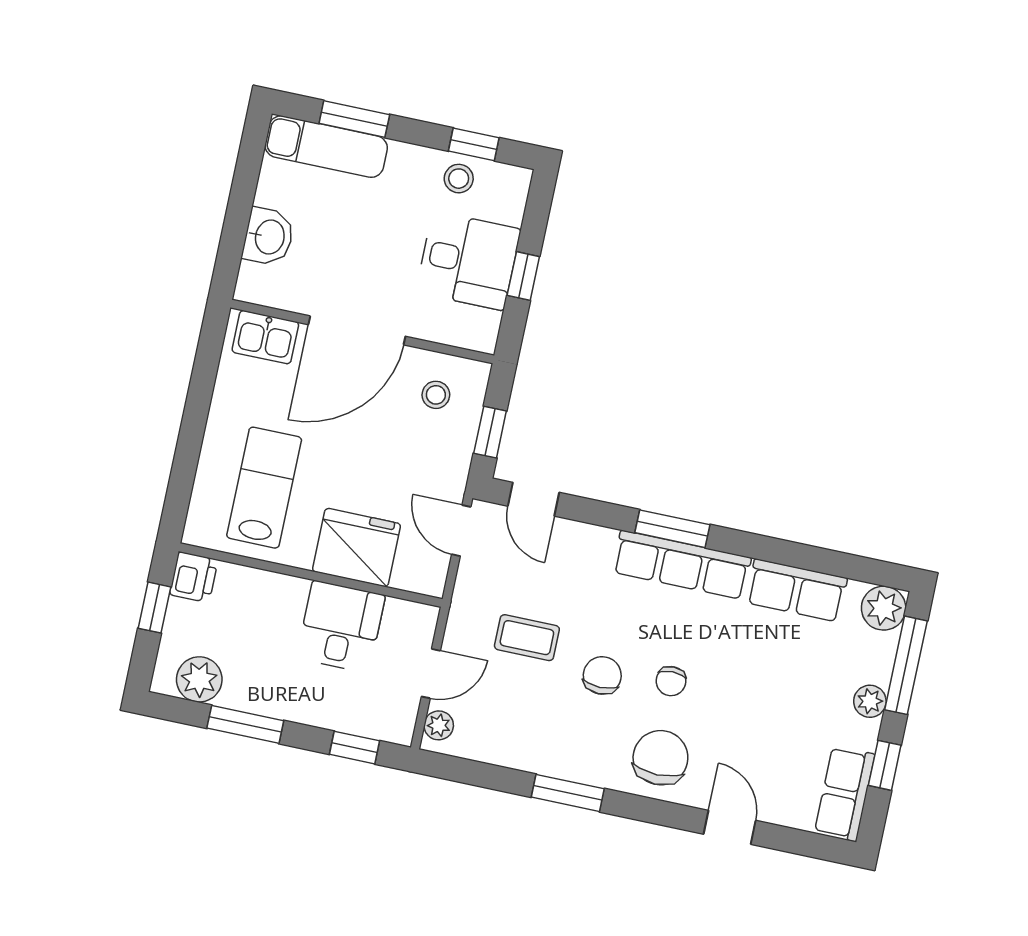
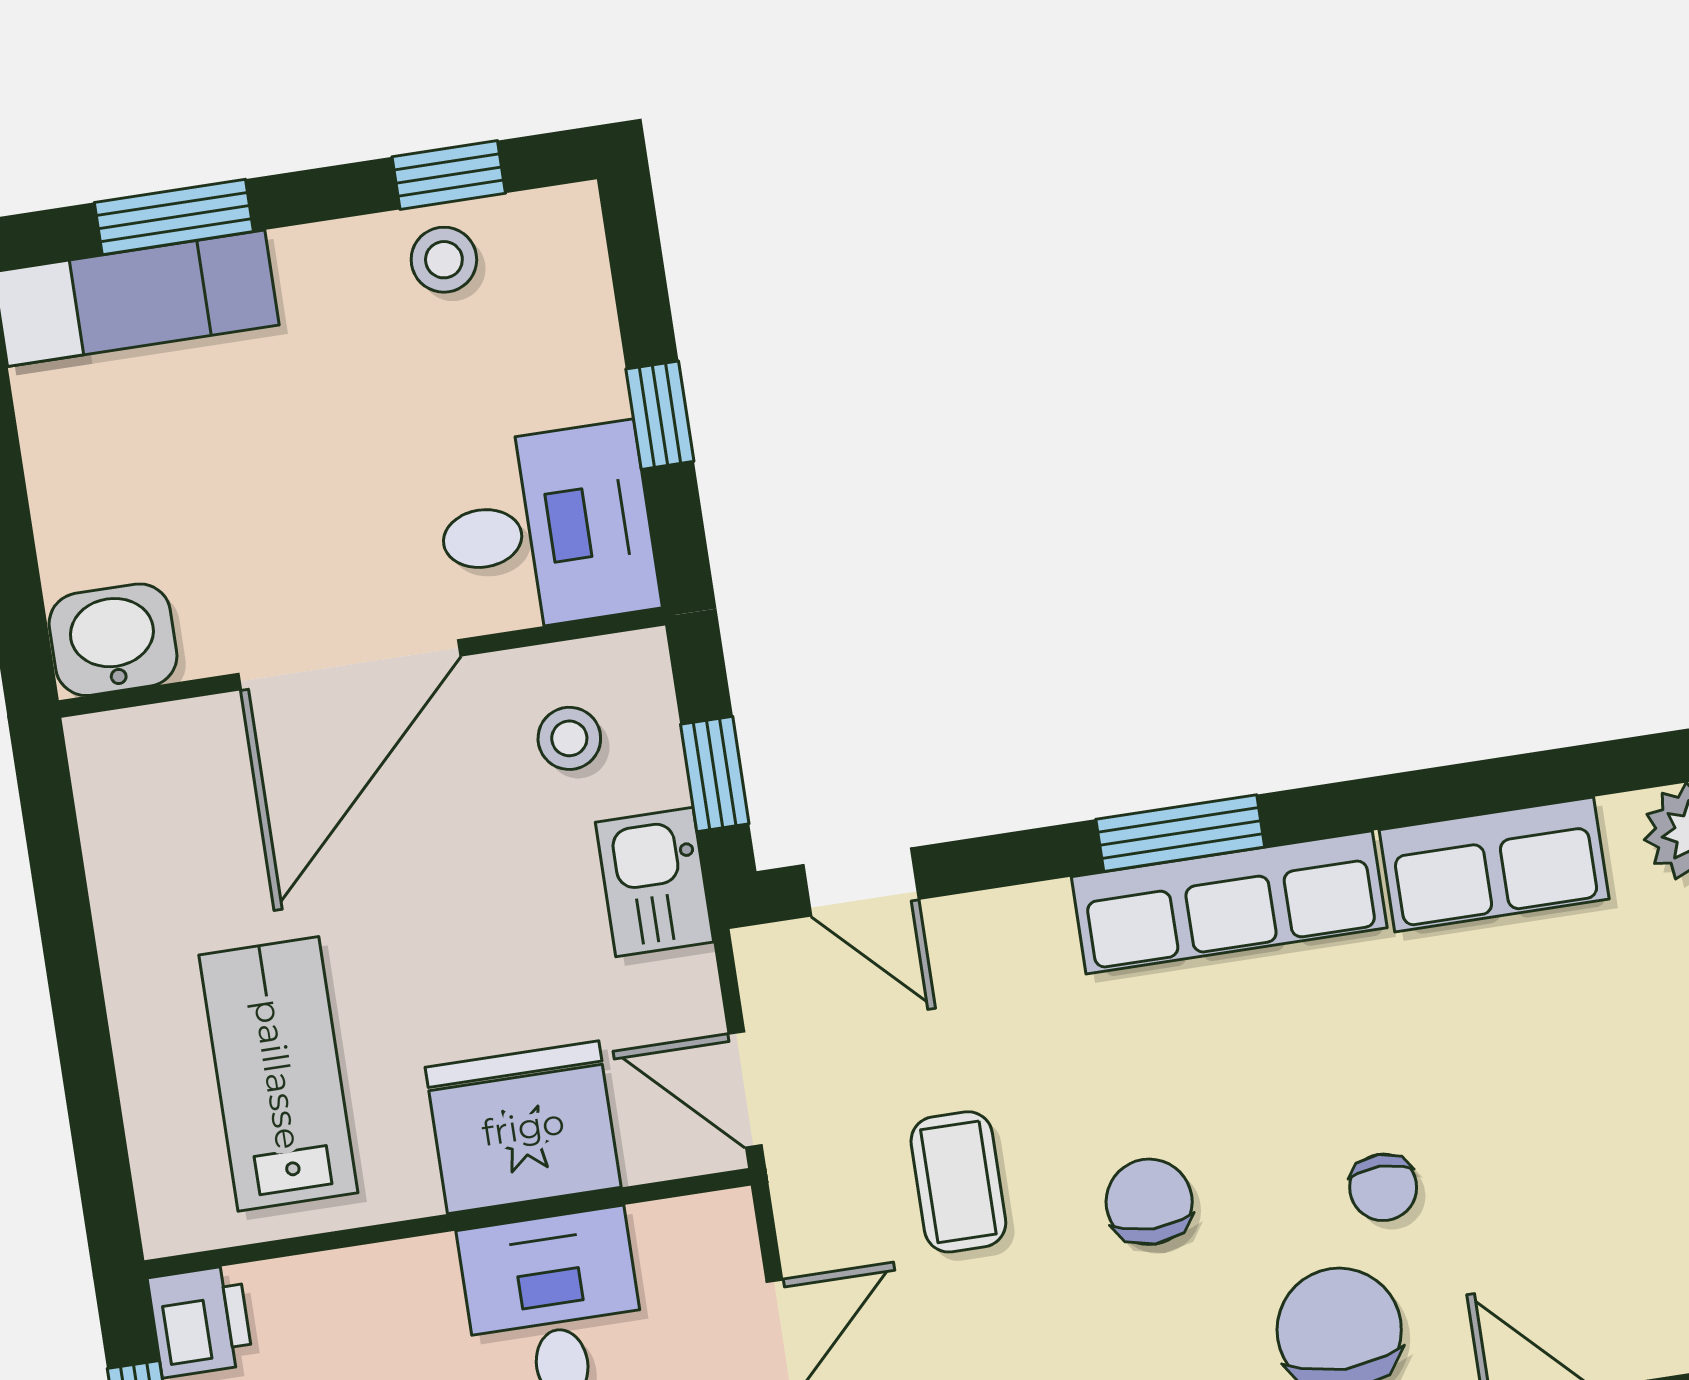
washbasin: (268, 237) -> (113, 640), moved, turned -90
desk: (468, 261) -> (546, 529), moved
kitchen sink: (265, 337) -> (654, 882), moved, turned 90
door: (461, 531) -> (745, 1090), moved
coffee table: (527, 638) -> (958, 1182), turned 90
chair: (671, 681) -> (1383, 1187), moved

